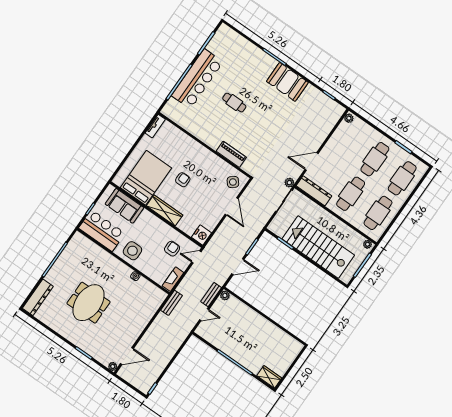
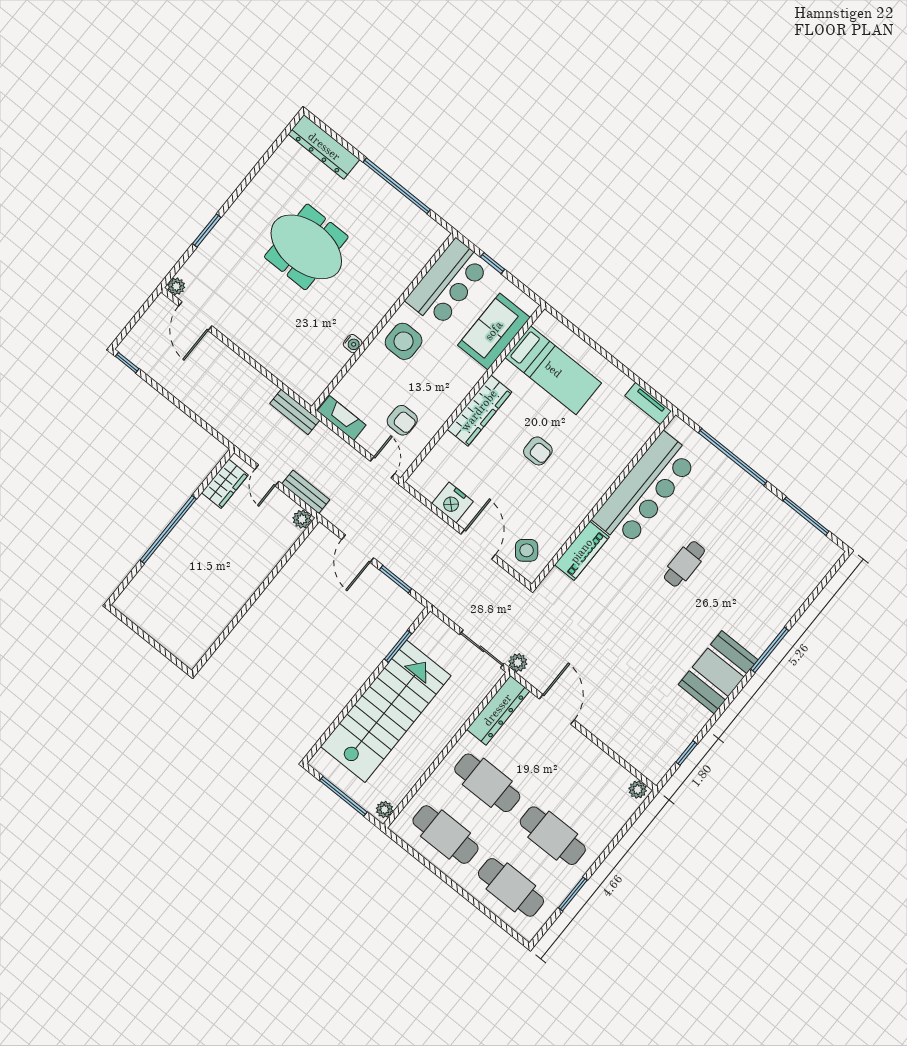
bar counter: (197, 79) -> (645, 489), moved, turned -90
bed: (146, 178) -> (553, 370), width x0.67
door: (232, 206) -> (478, 544), swing flipped
nightstand: (201, 235) -> (452, 502), moved
wardrobe: (269, 377) -> (225, 484), moved

